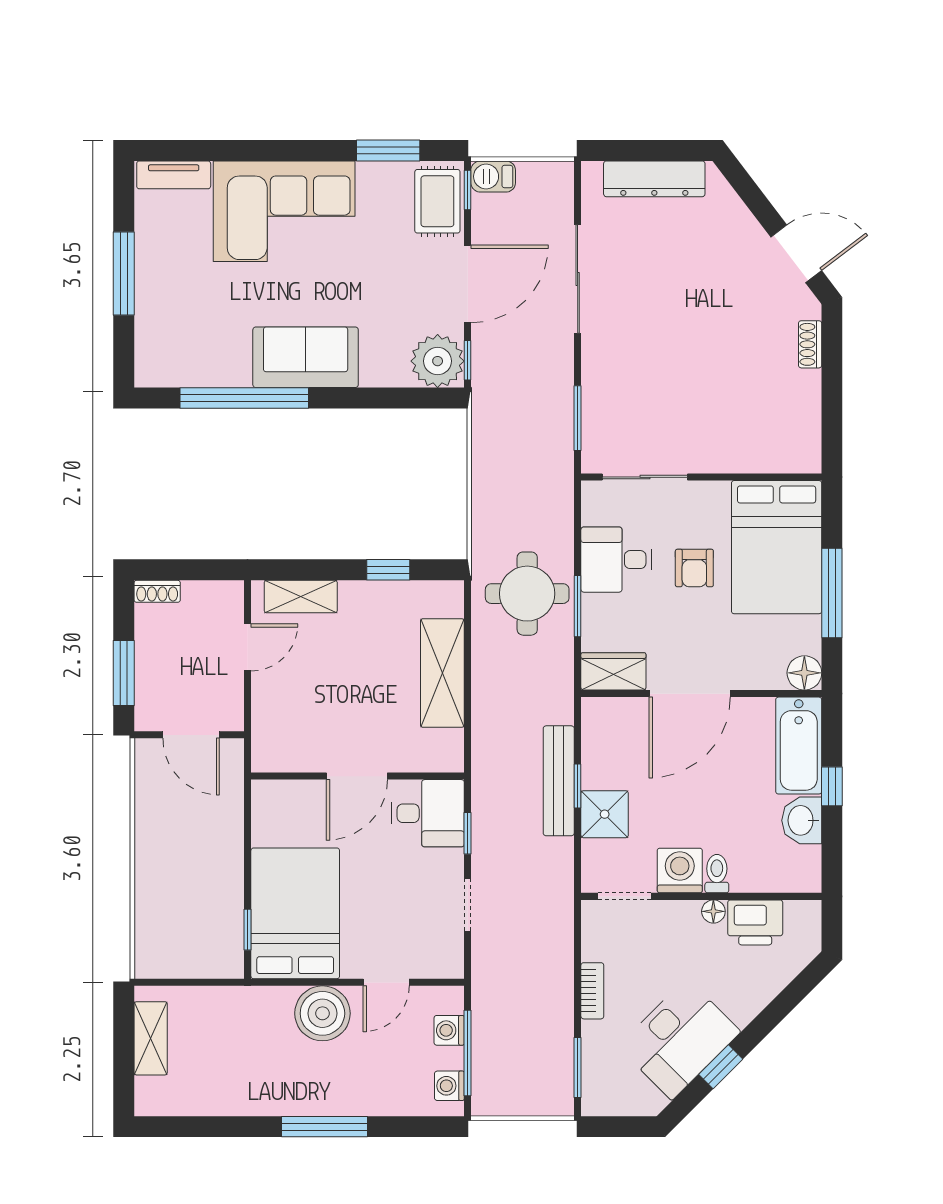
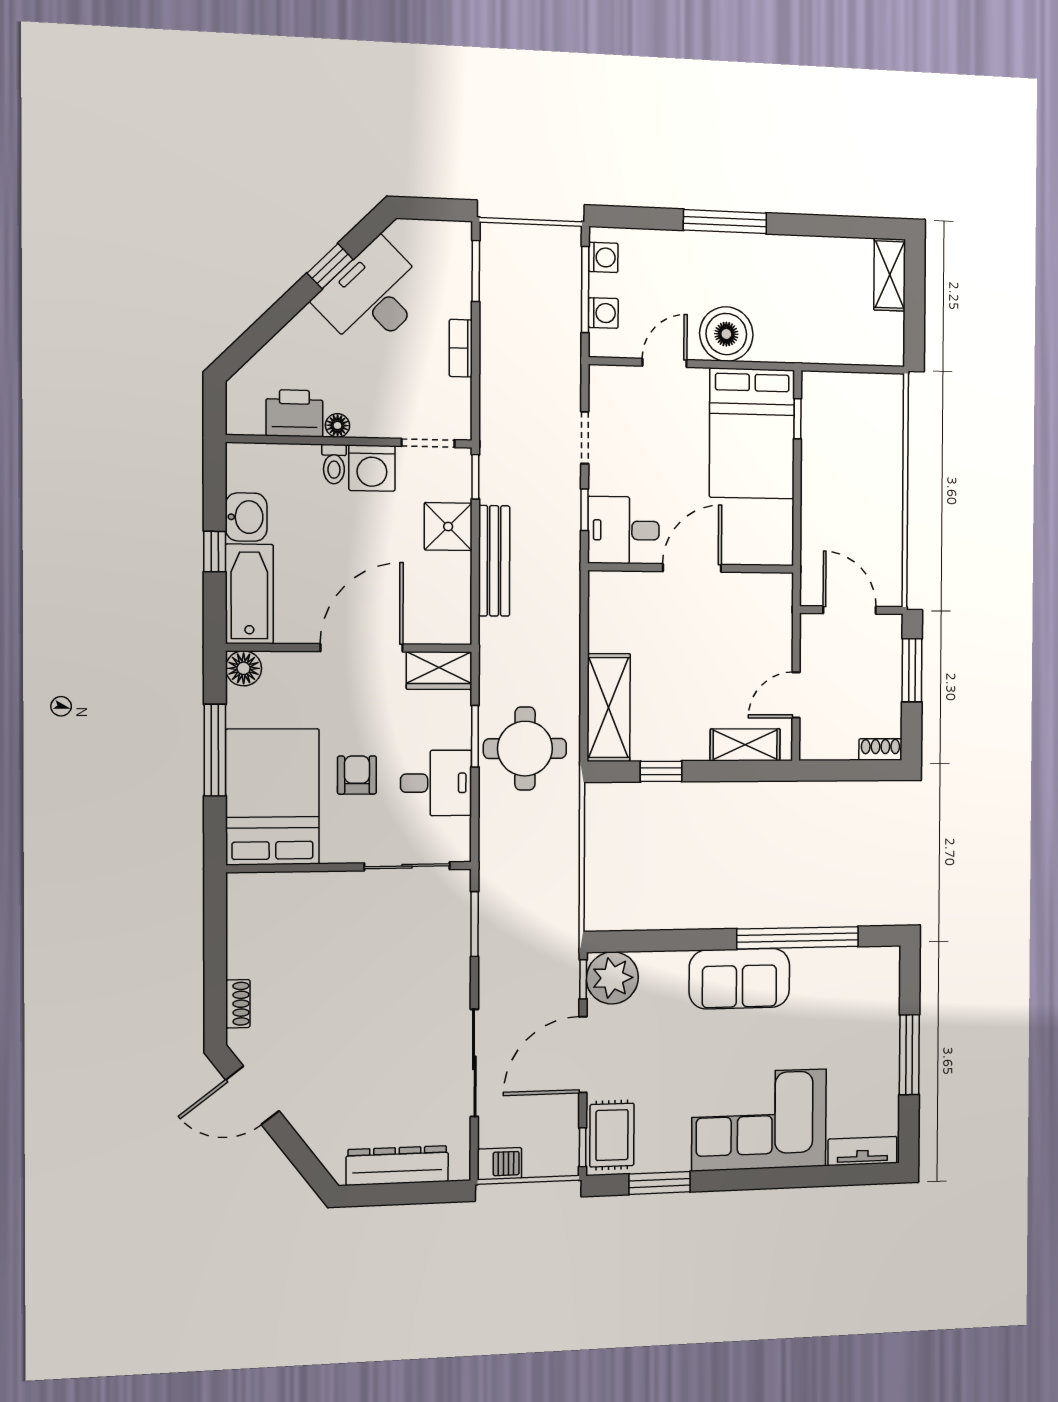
barbecue: (493, 176) -> (500, 1164), moved
shelving: (442, 673) -> (609, 708), moved
window: (578, 786) -> (475, 477), moved
shelving: (151, 1038) -> (890, 275), moved

